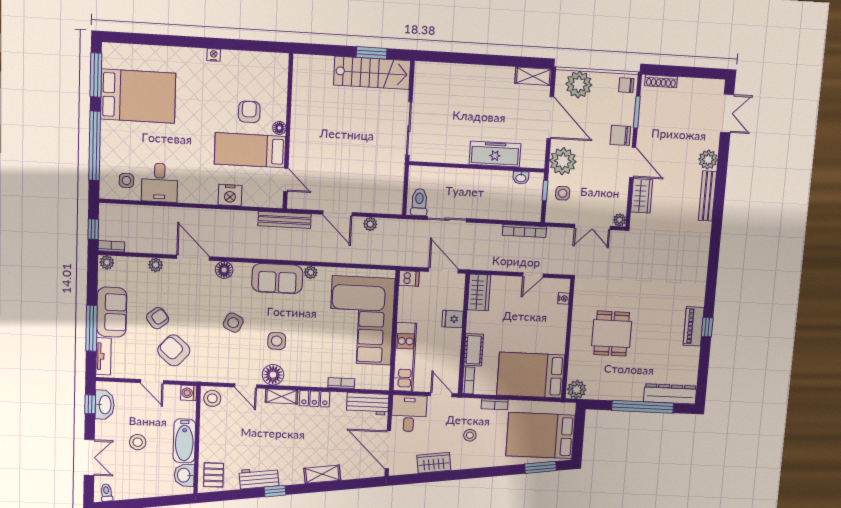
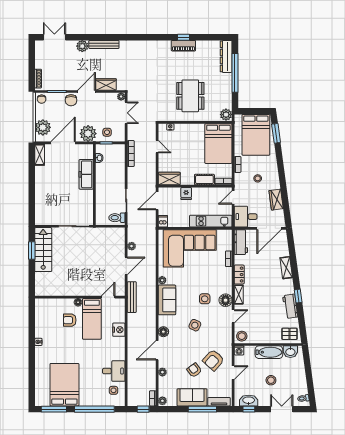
dining table: (612, 334) -> (190, 96), width x1.38

